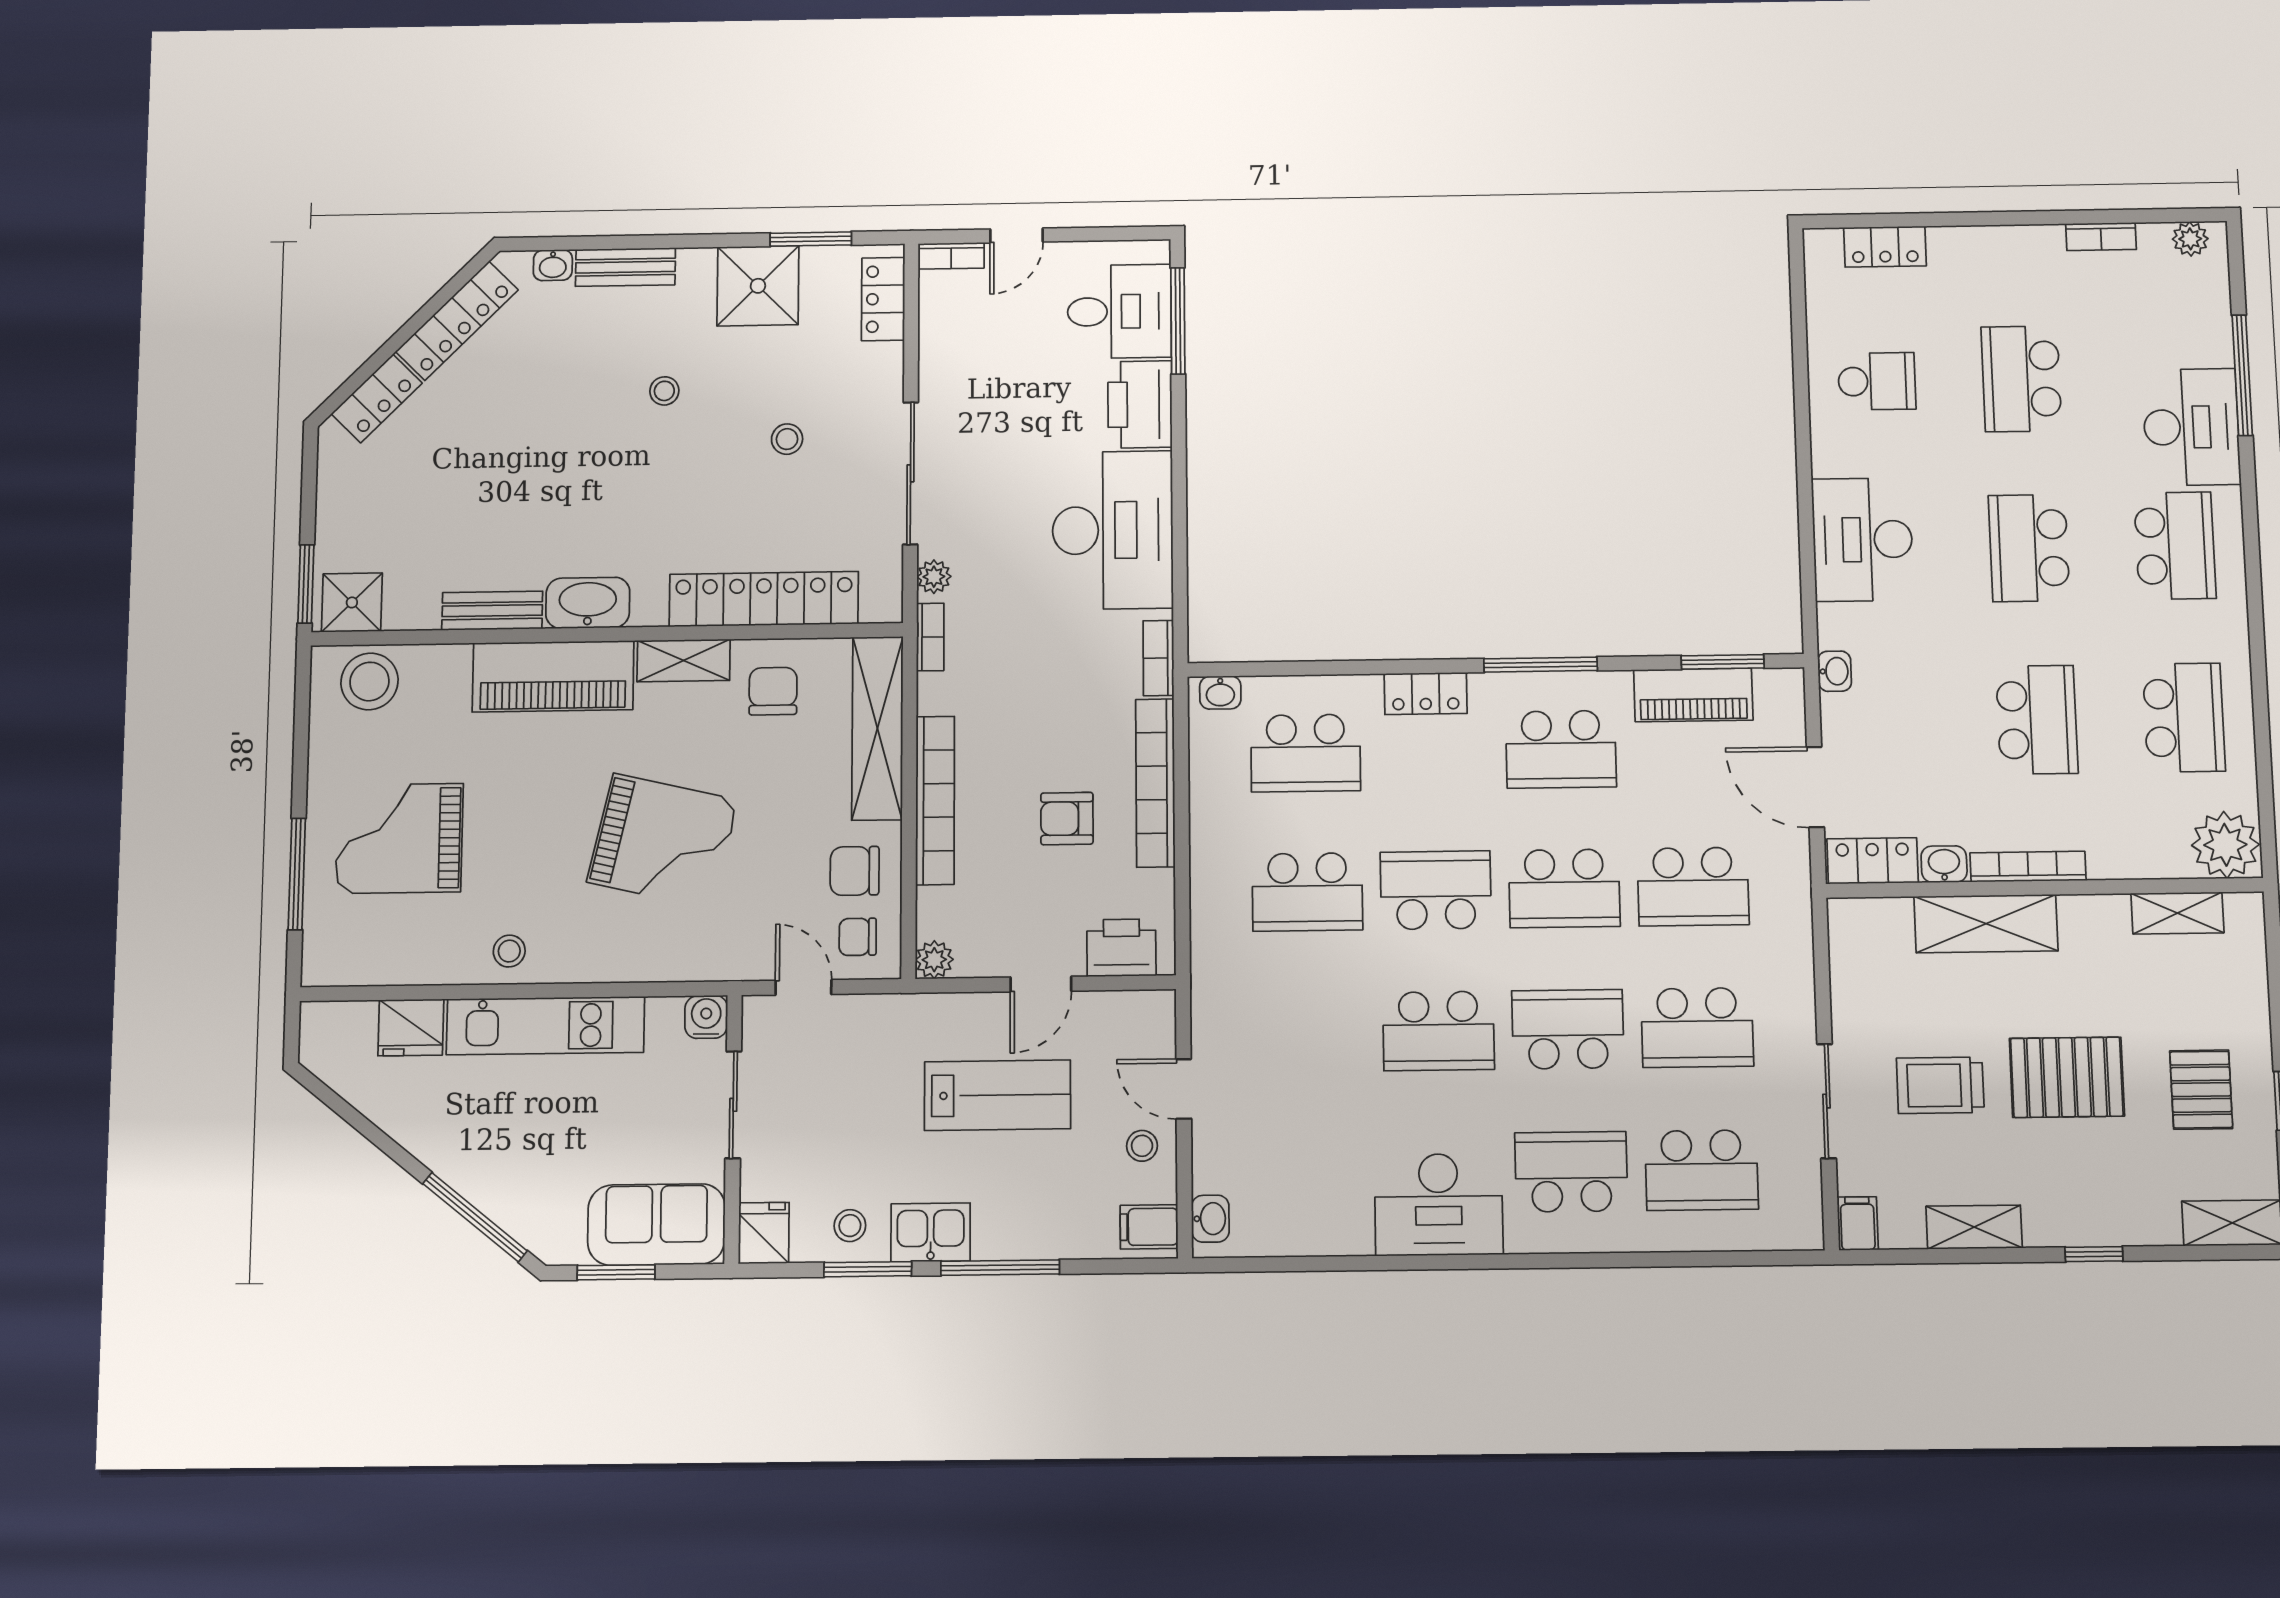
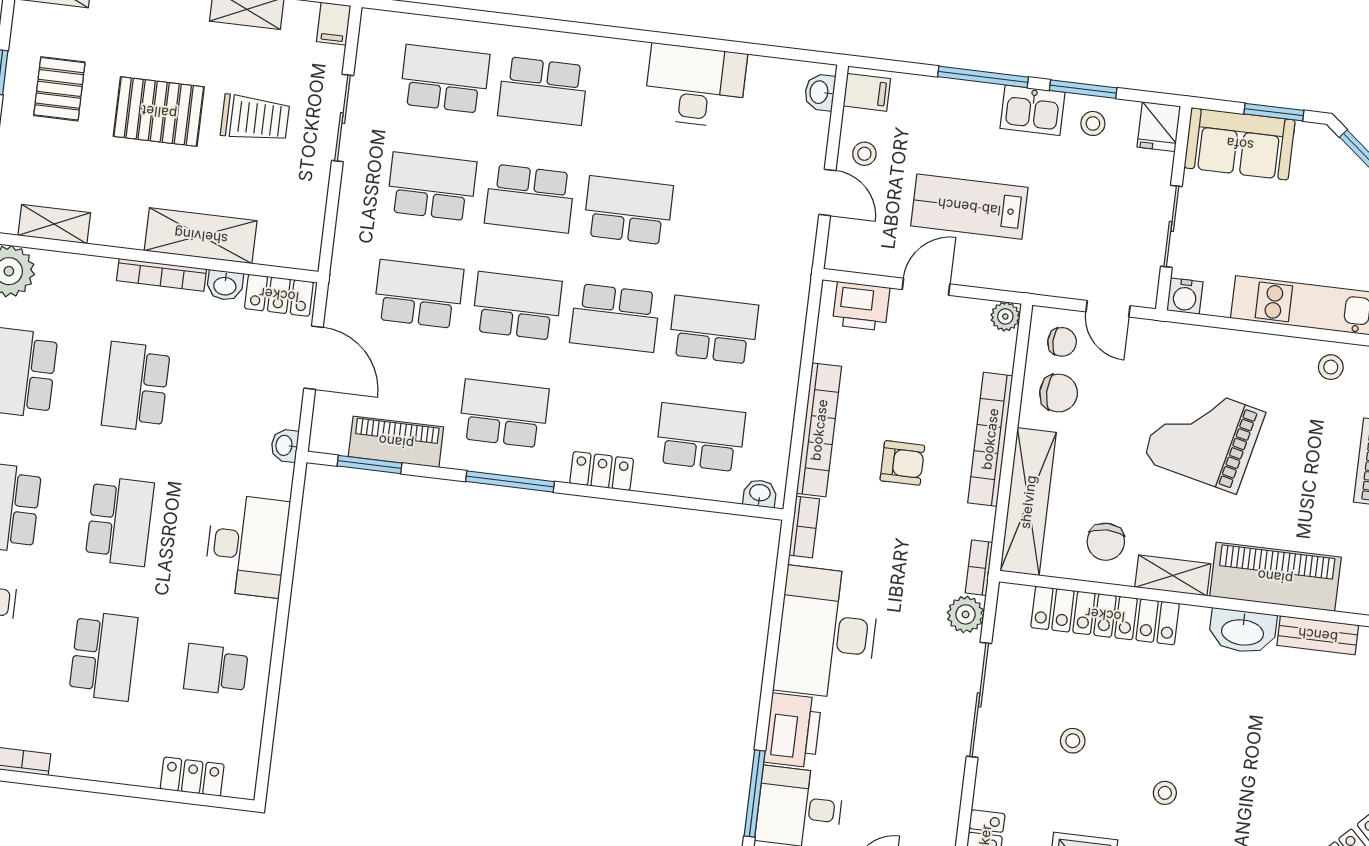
plant: (934, 577) -> (965, 614), width x1.38, depth x1.38
armchair: (1067, 819) -> (902, 463), moved
desk: (1439, 1205) -> (695, 86), moved

